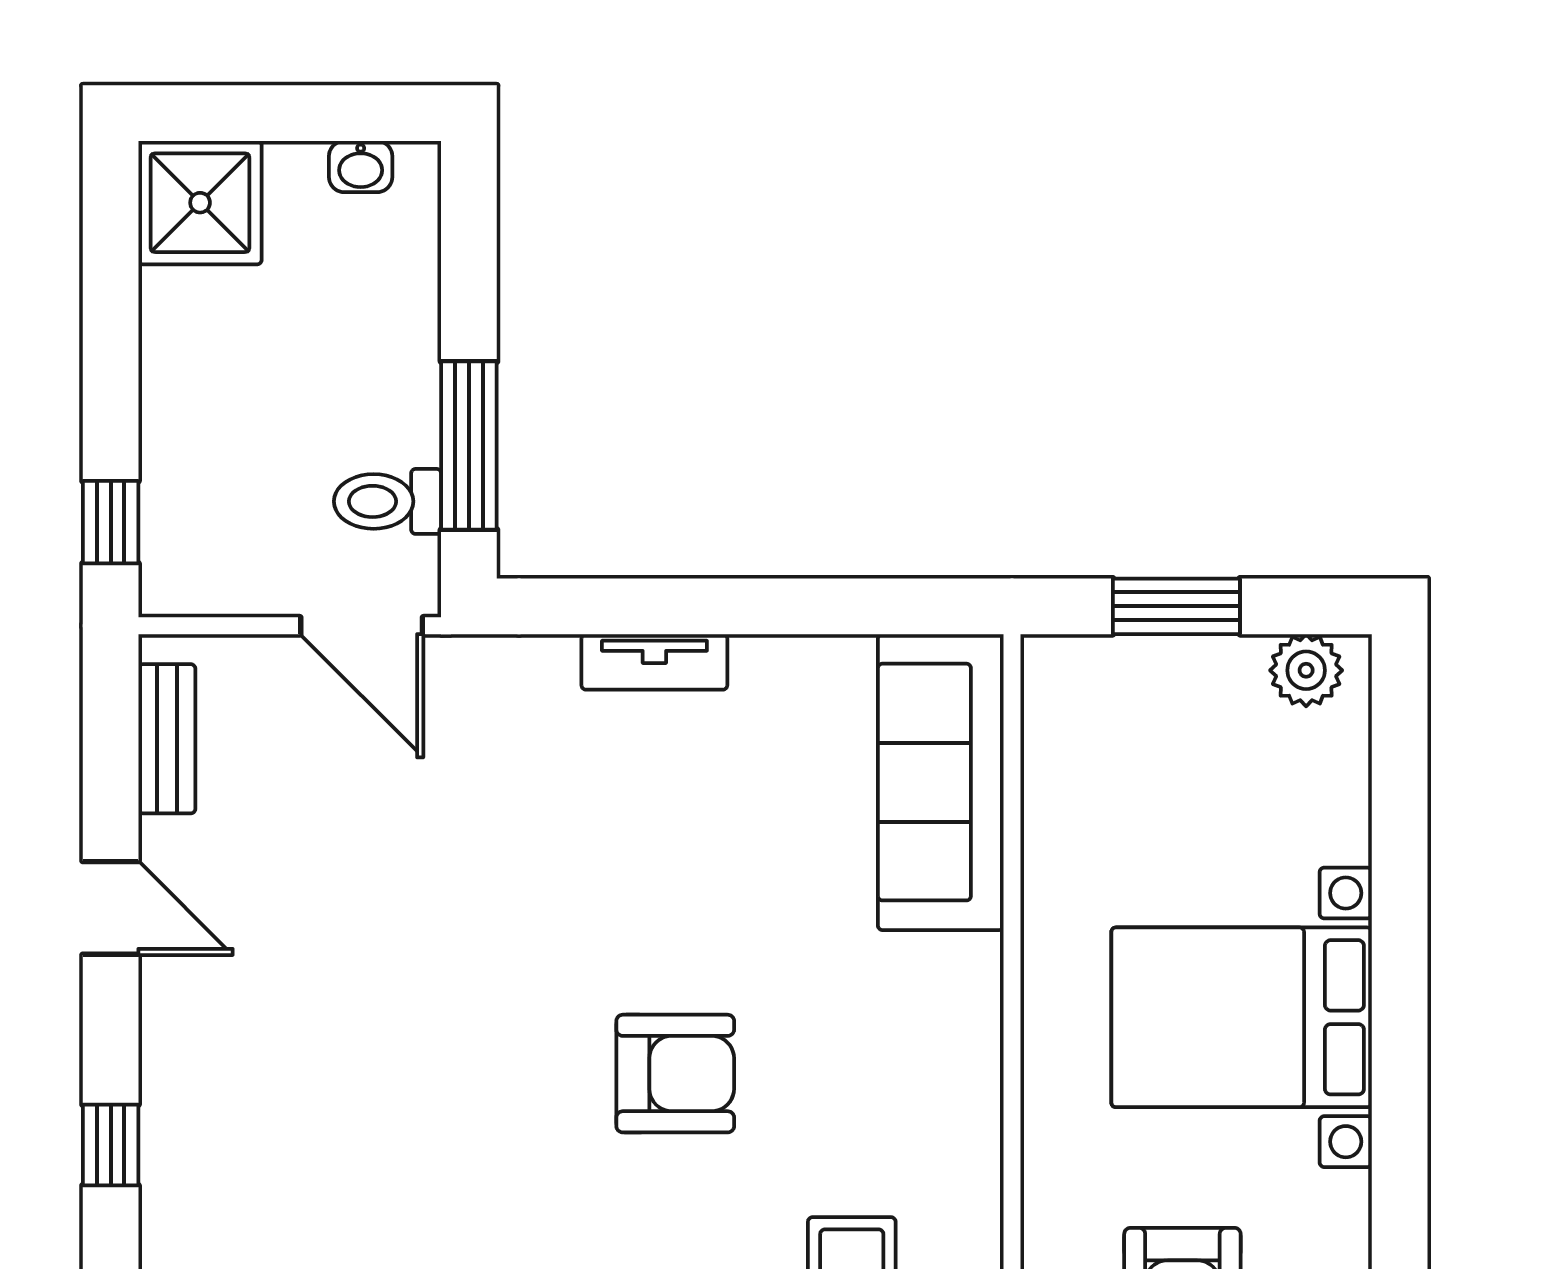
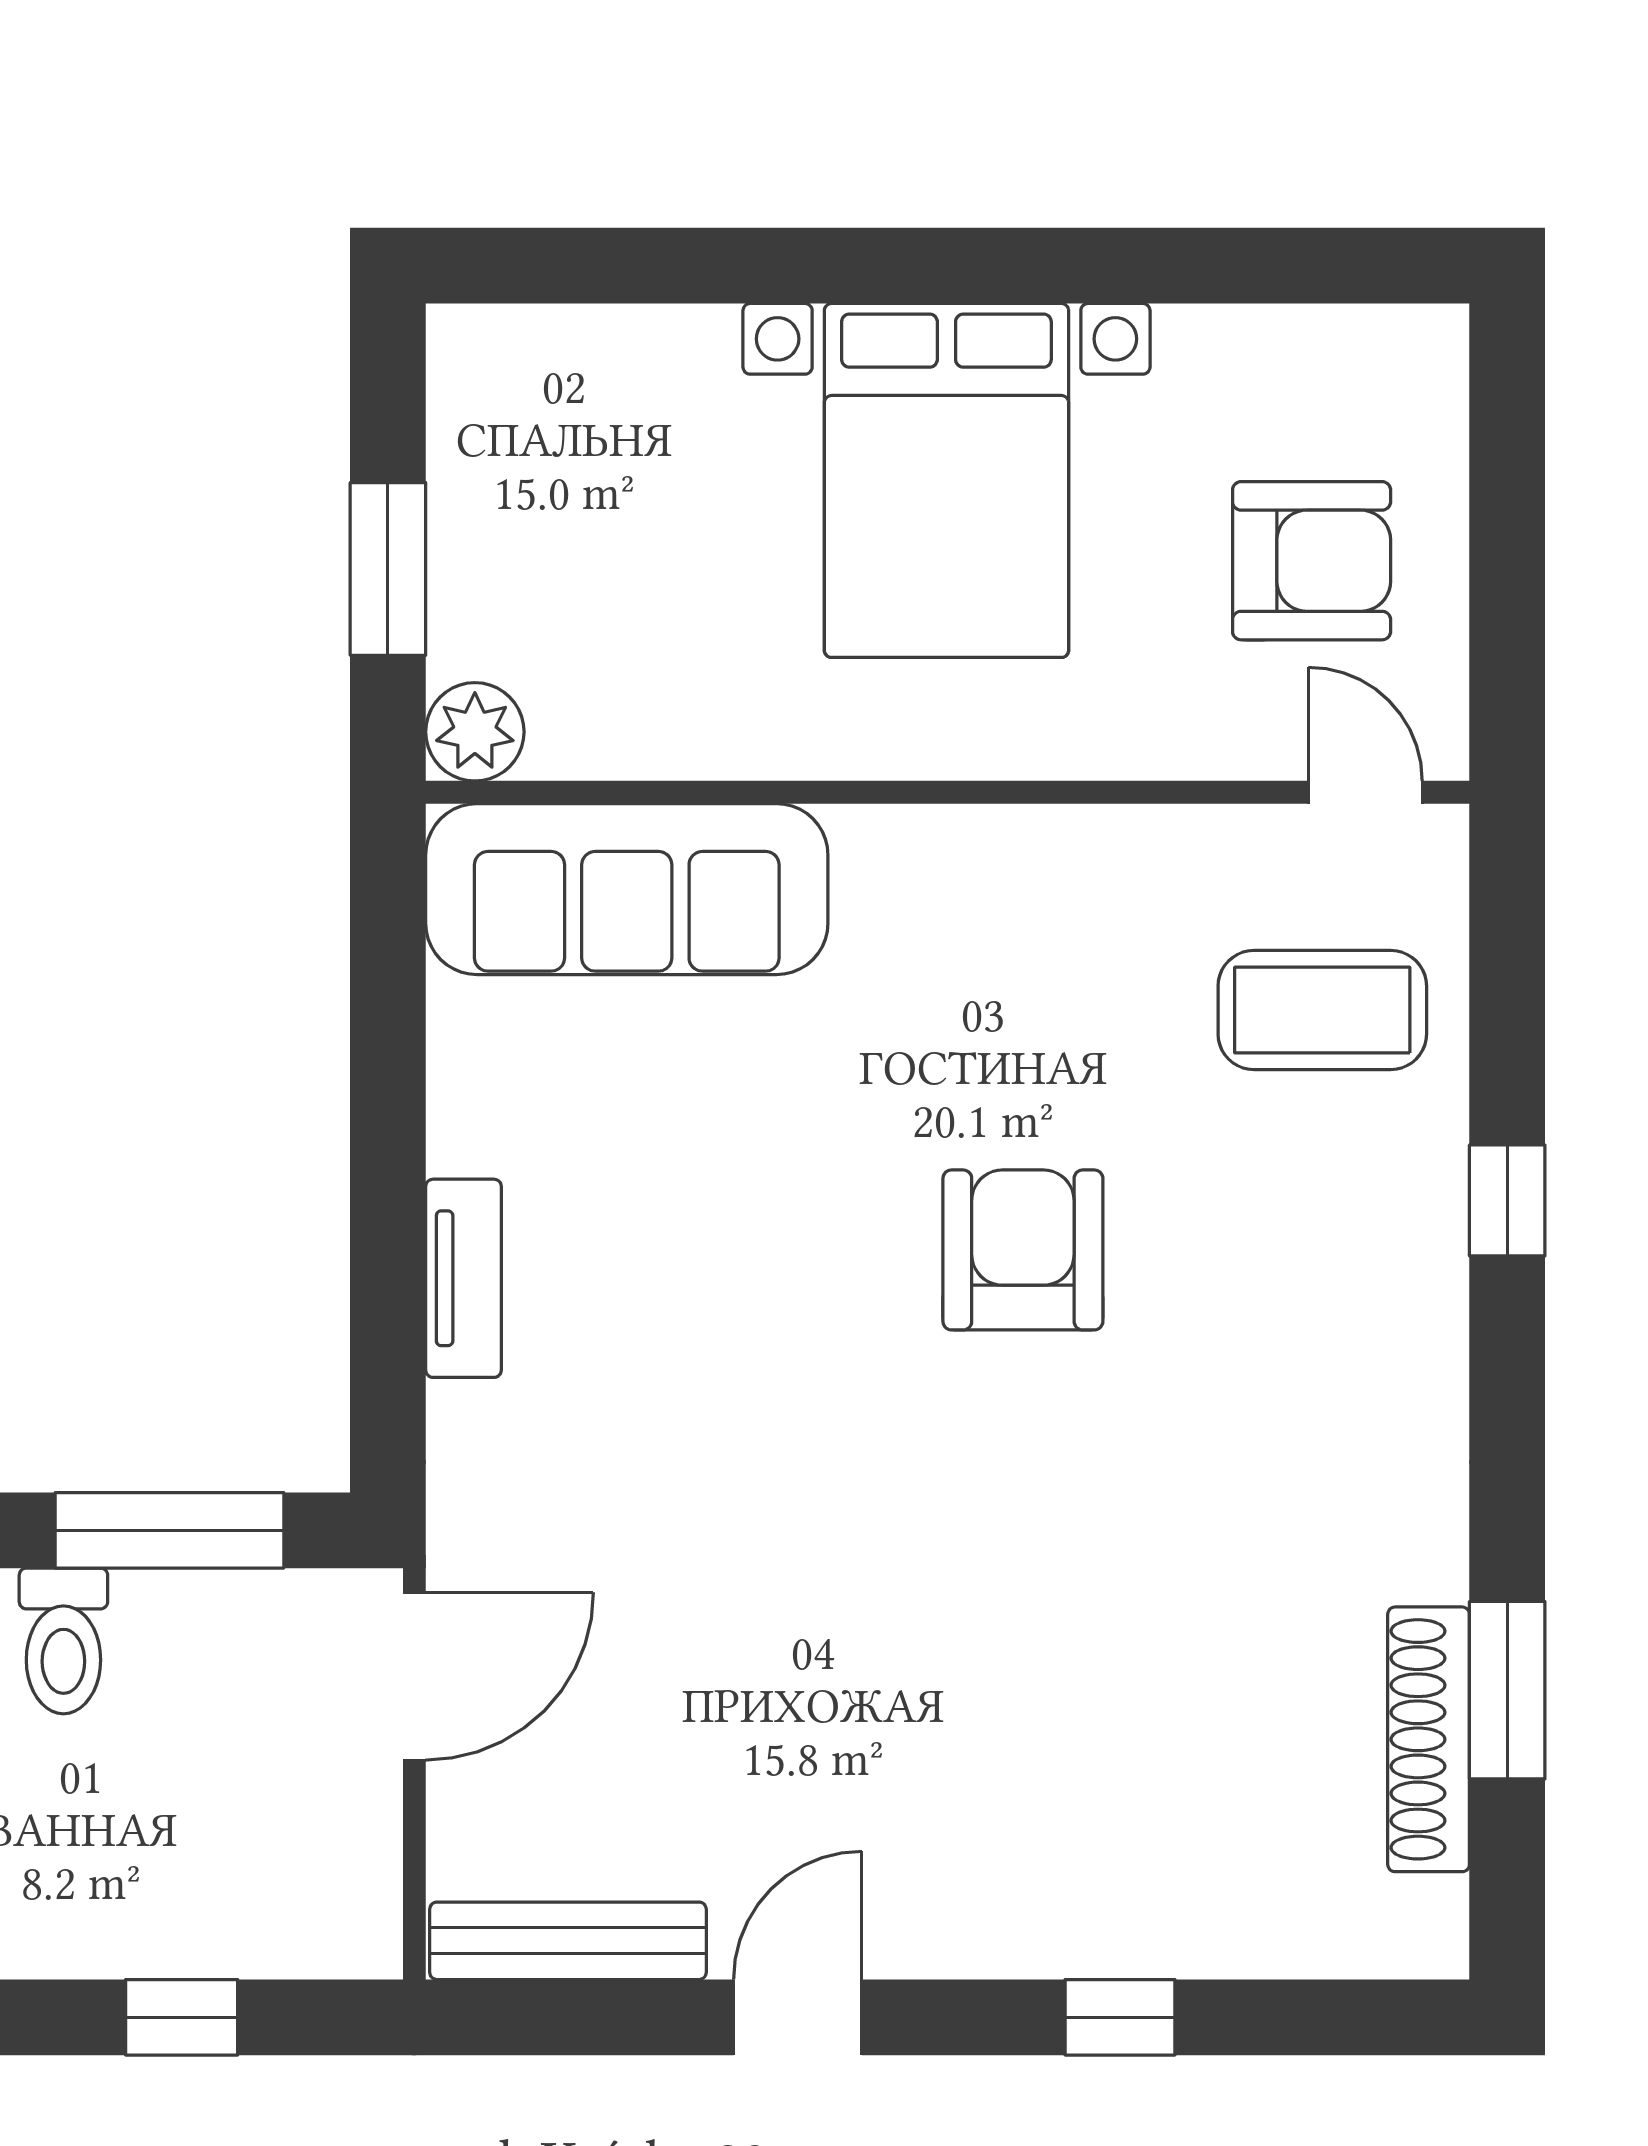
toilet: (388, 501) -> (63, 1641), moved
window: (111, 522) -> (182, 2017), moved
plant: (1306, 670) -> (475, 732), moved
bench: (167, 739) -> (568, 1941), width x1.36

